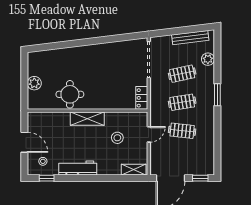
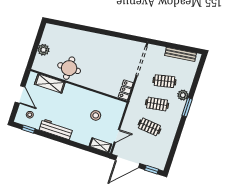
plant: (208, 59) -> (183, 95), moved
shelving: (87, 119) -> (50, 83), moved
door: (149, 134) -> (117, 136), moved

